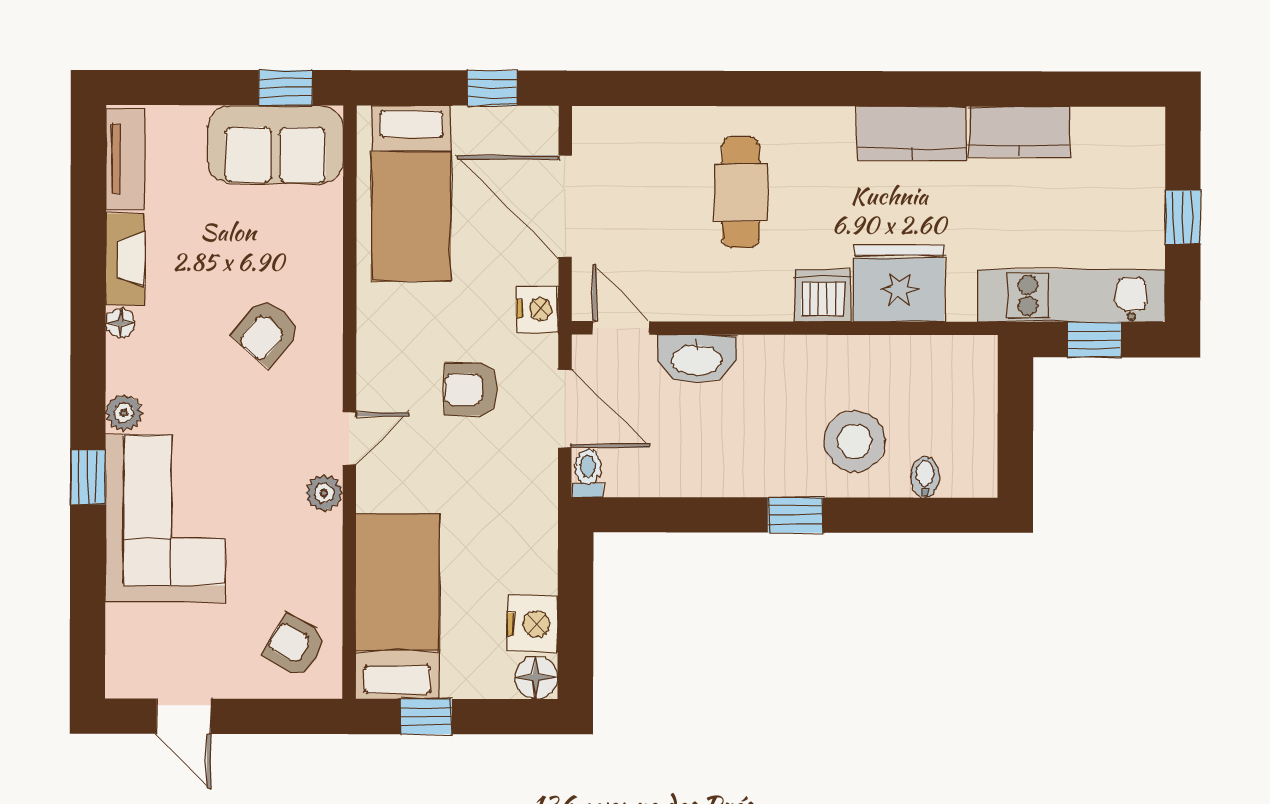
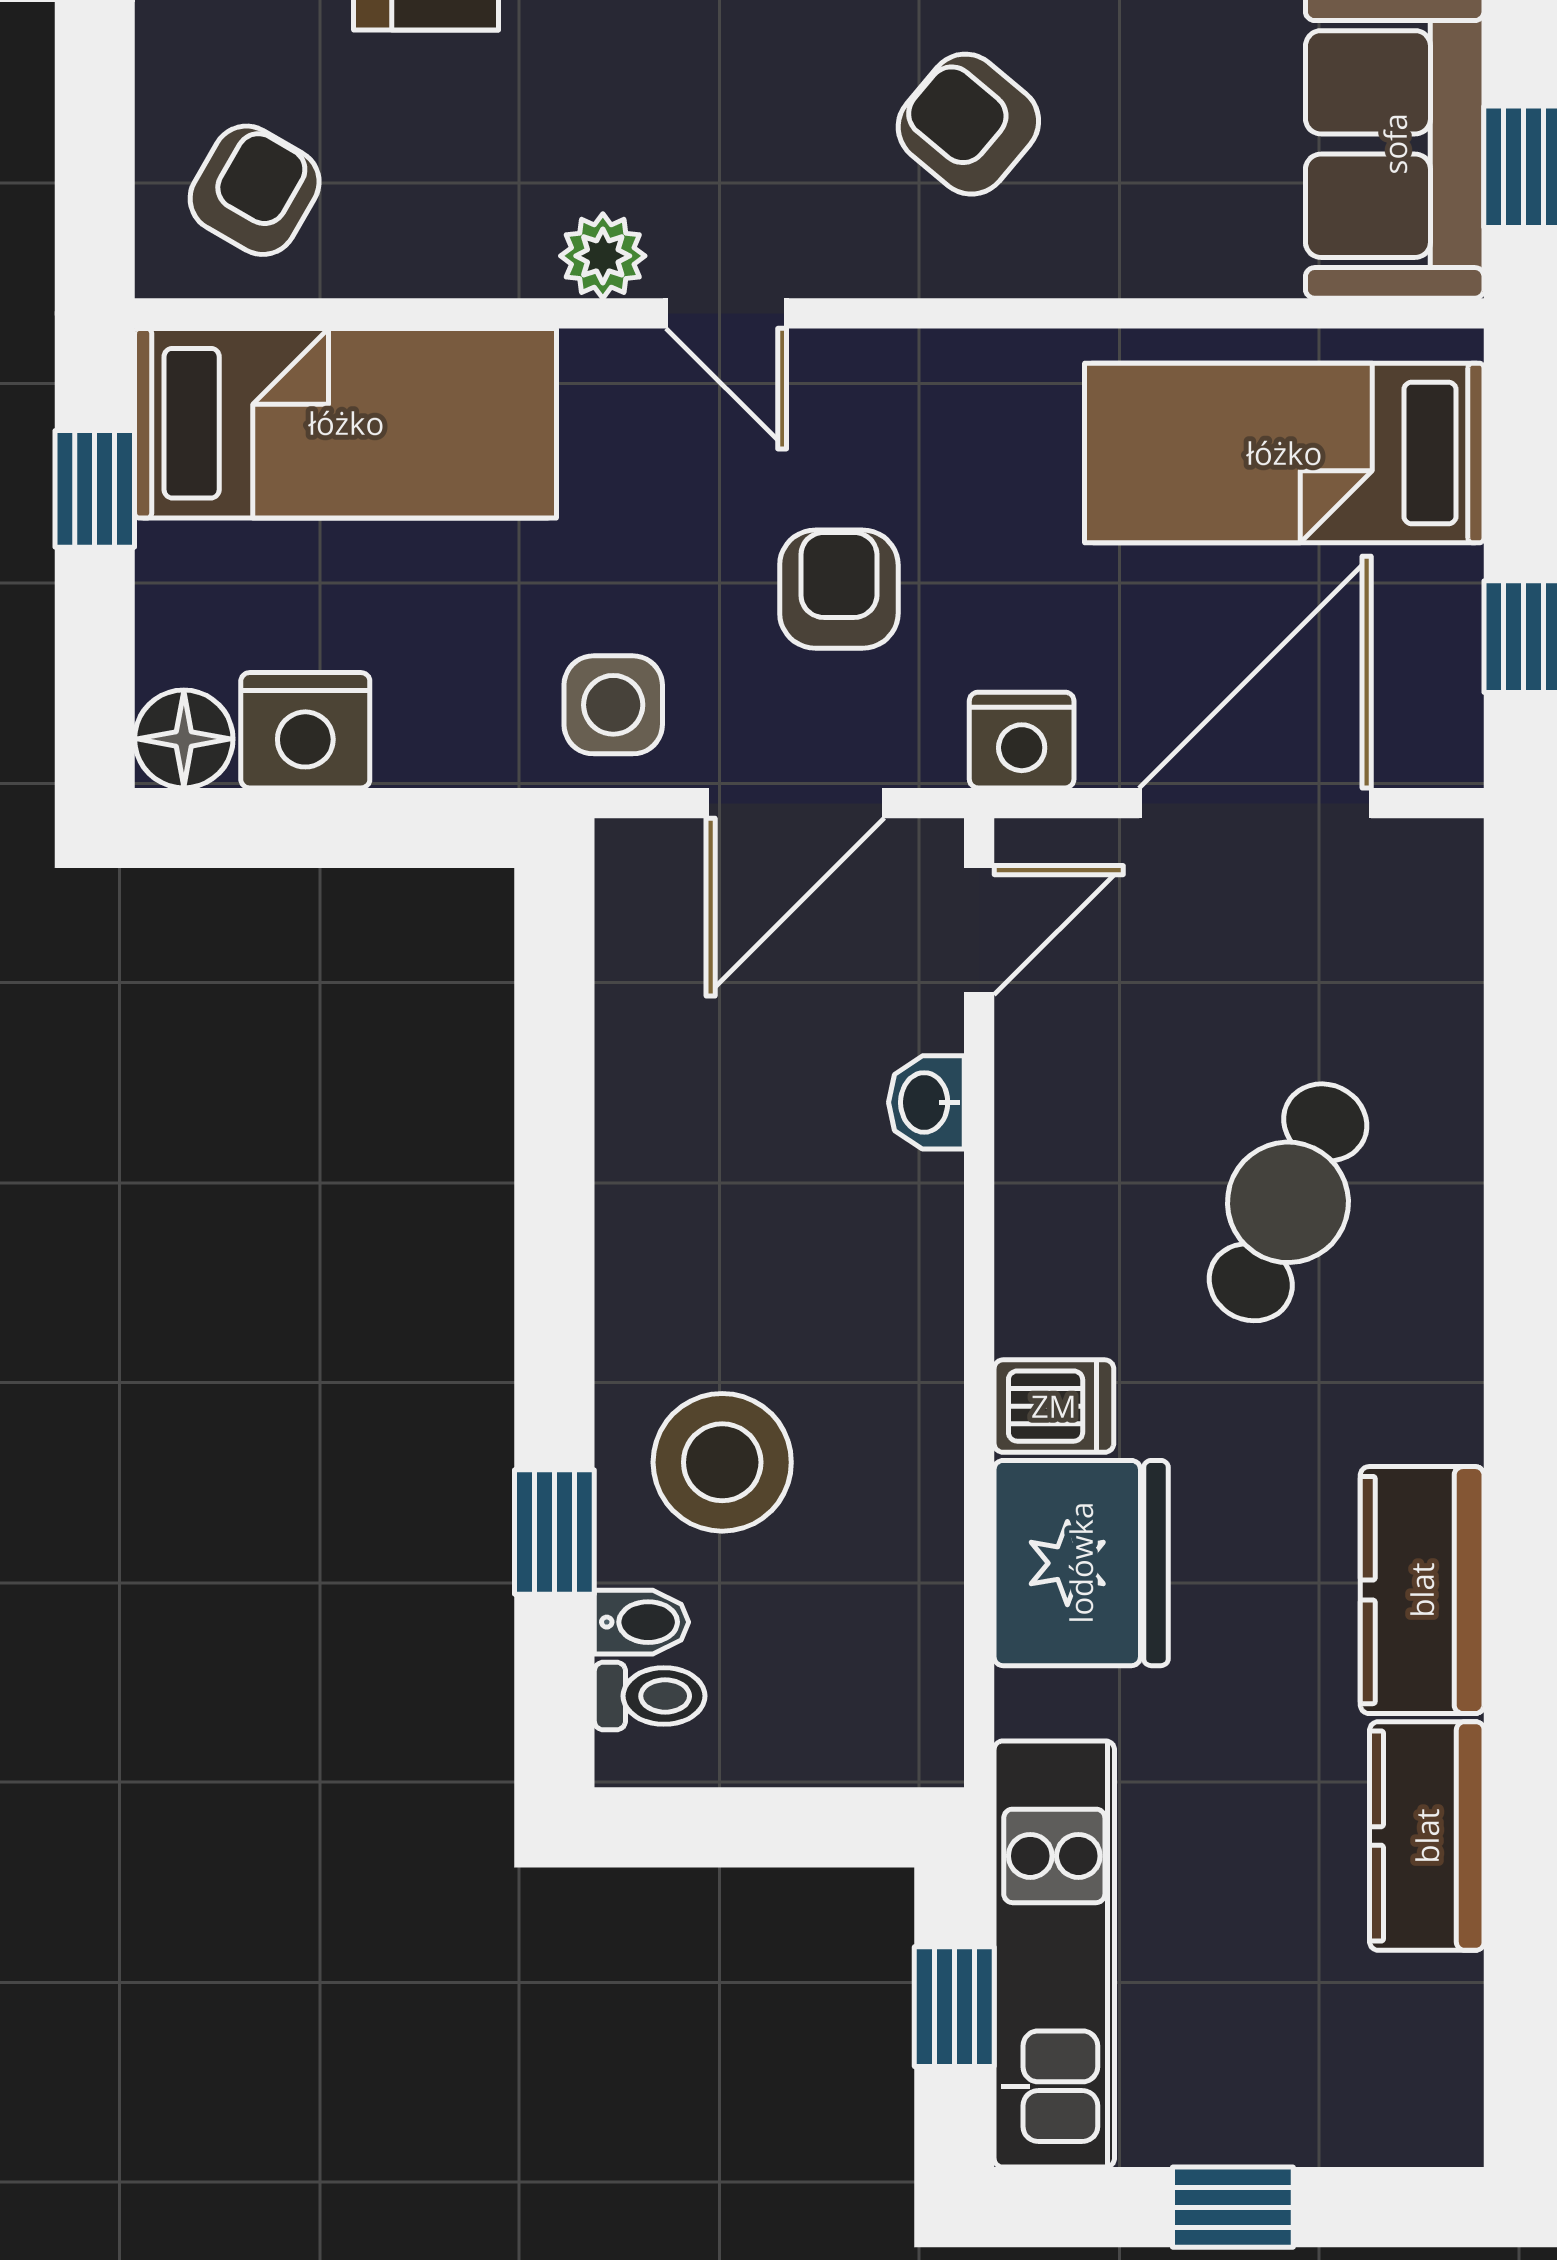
cafe table: (741, 192) -> (1288, 1202), turned -65
dishwasher: (823, 295) -> (1054, 1406), width x0.73
washbasin: (697, 359) -> (926, 1102), width x0.52, depth x0.69
toilet: (588, 473) -> (650, 1696), moved
side table: (522, 489) -> (613, 705), added
window: (795, 515) -> (554, 1532), moved

